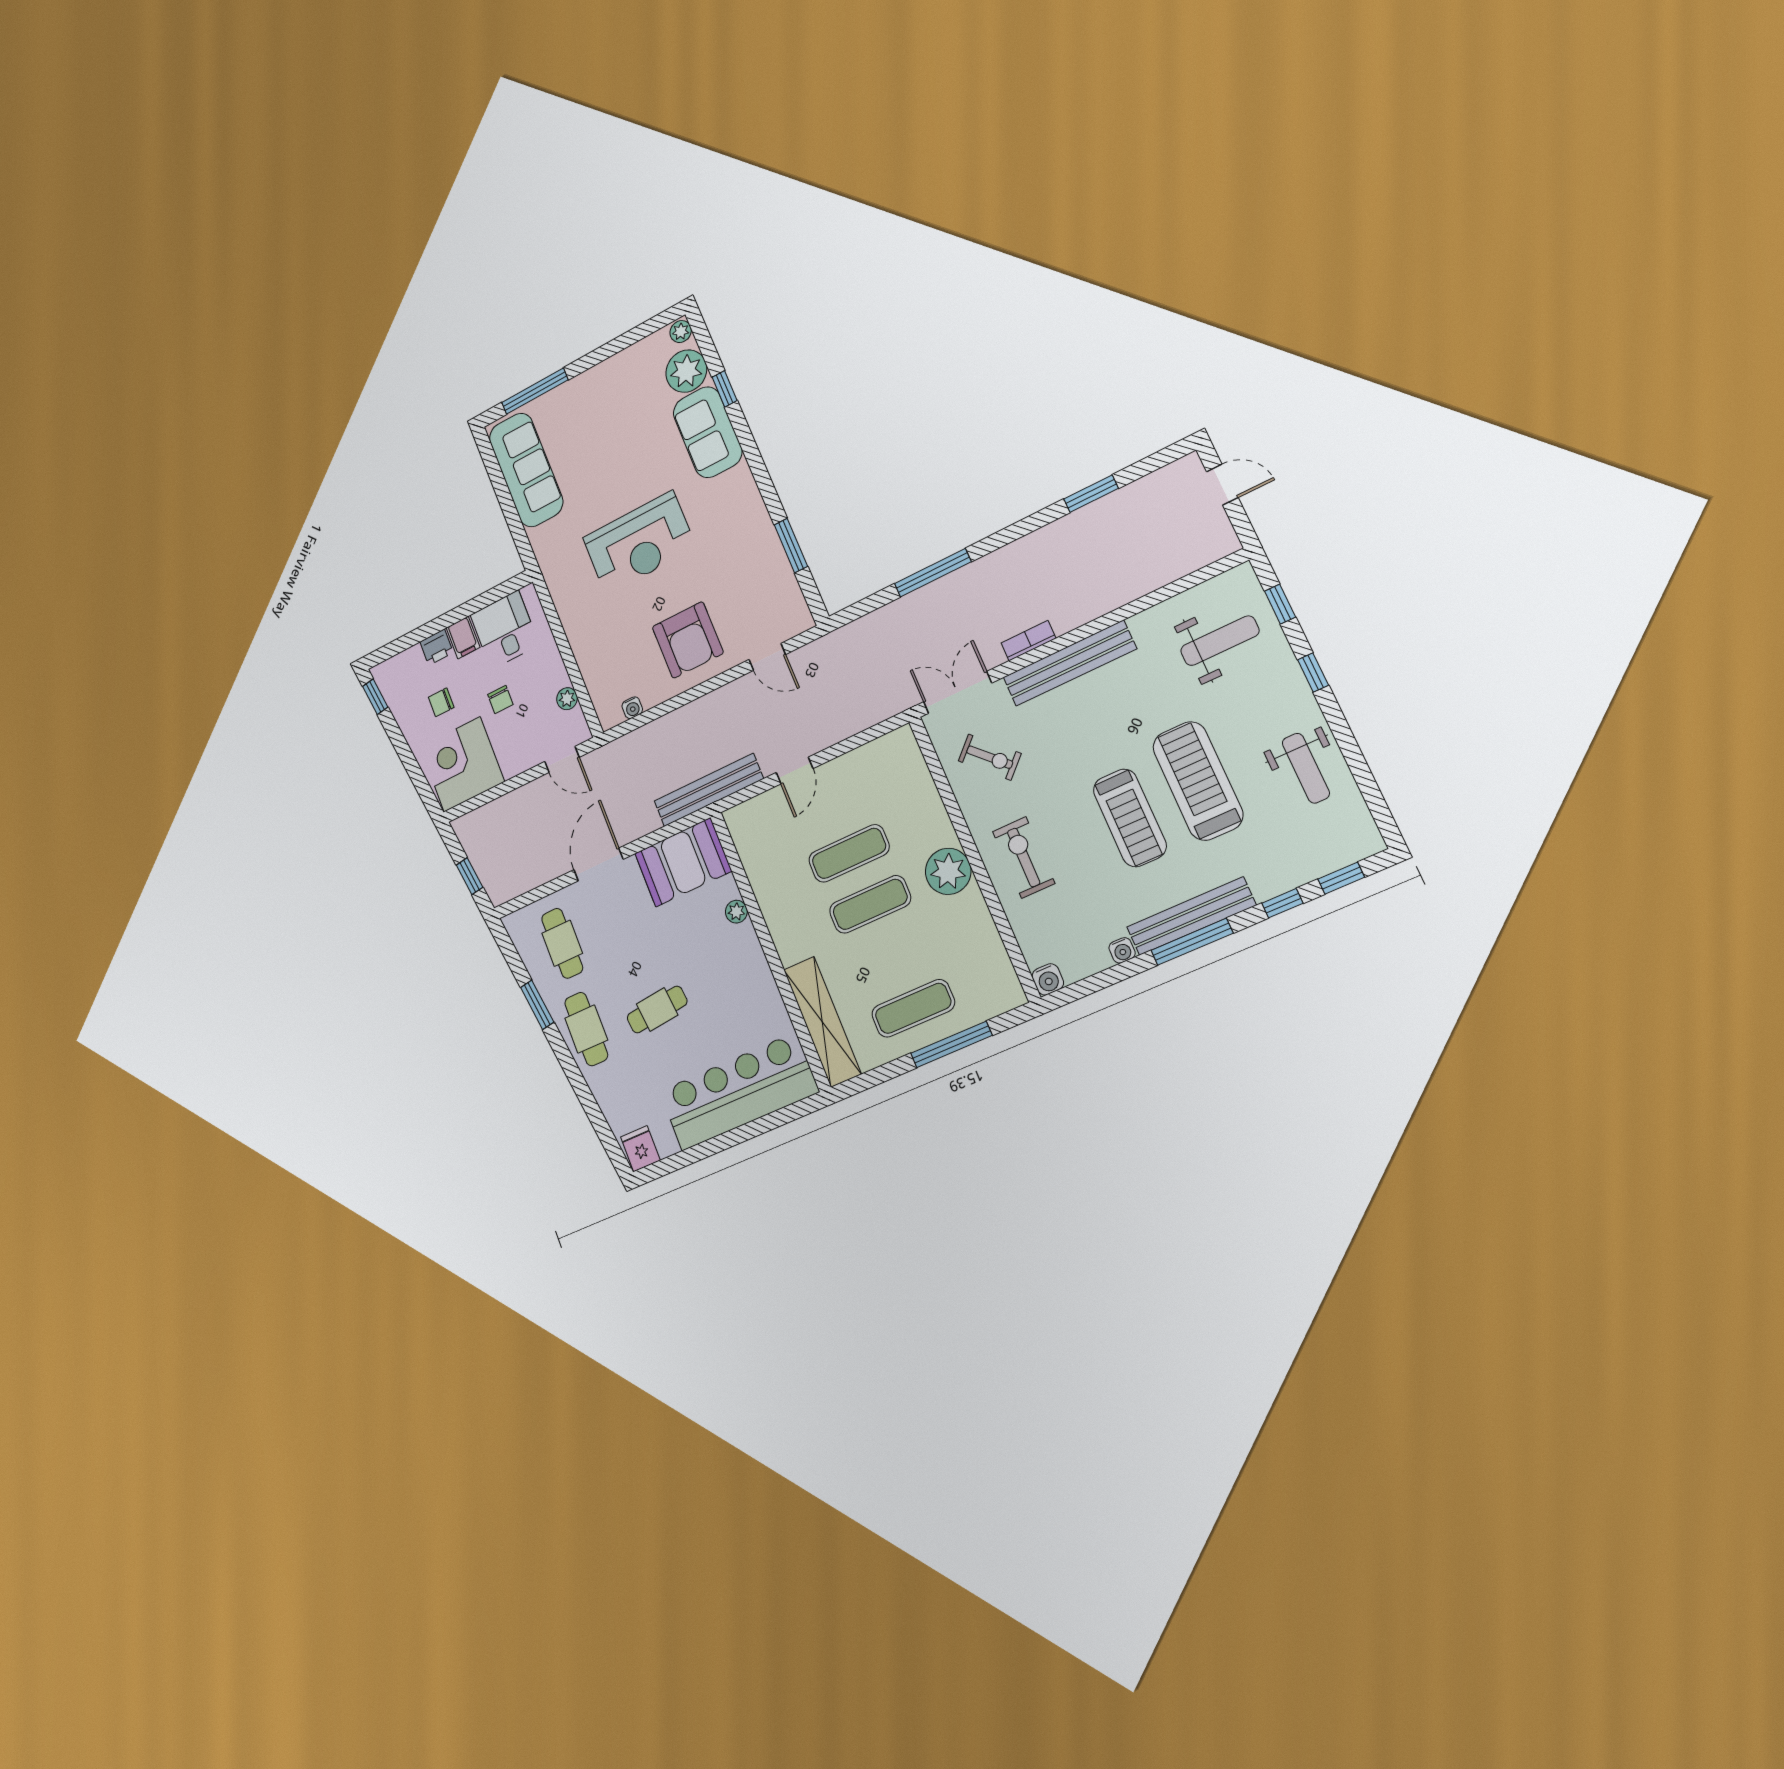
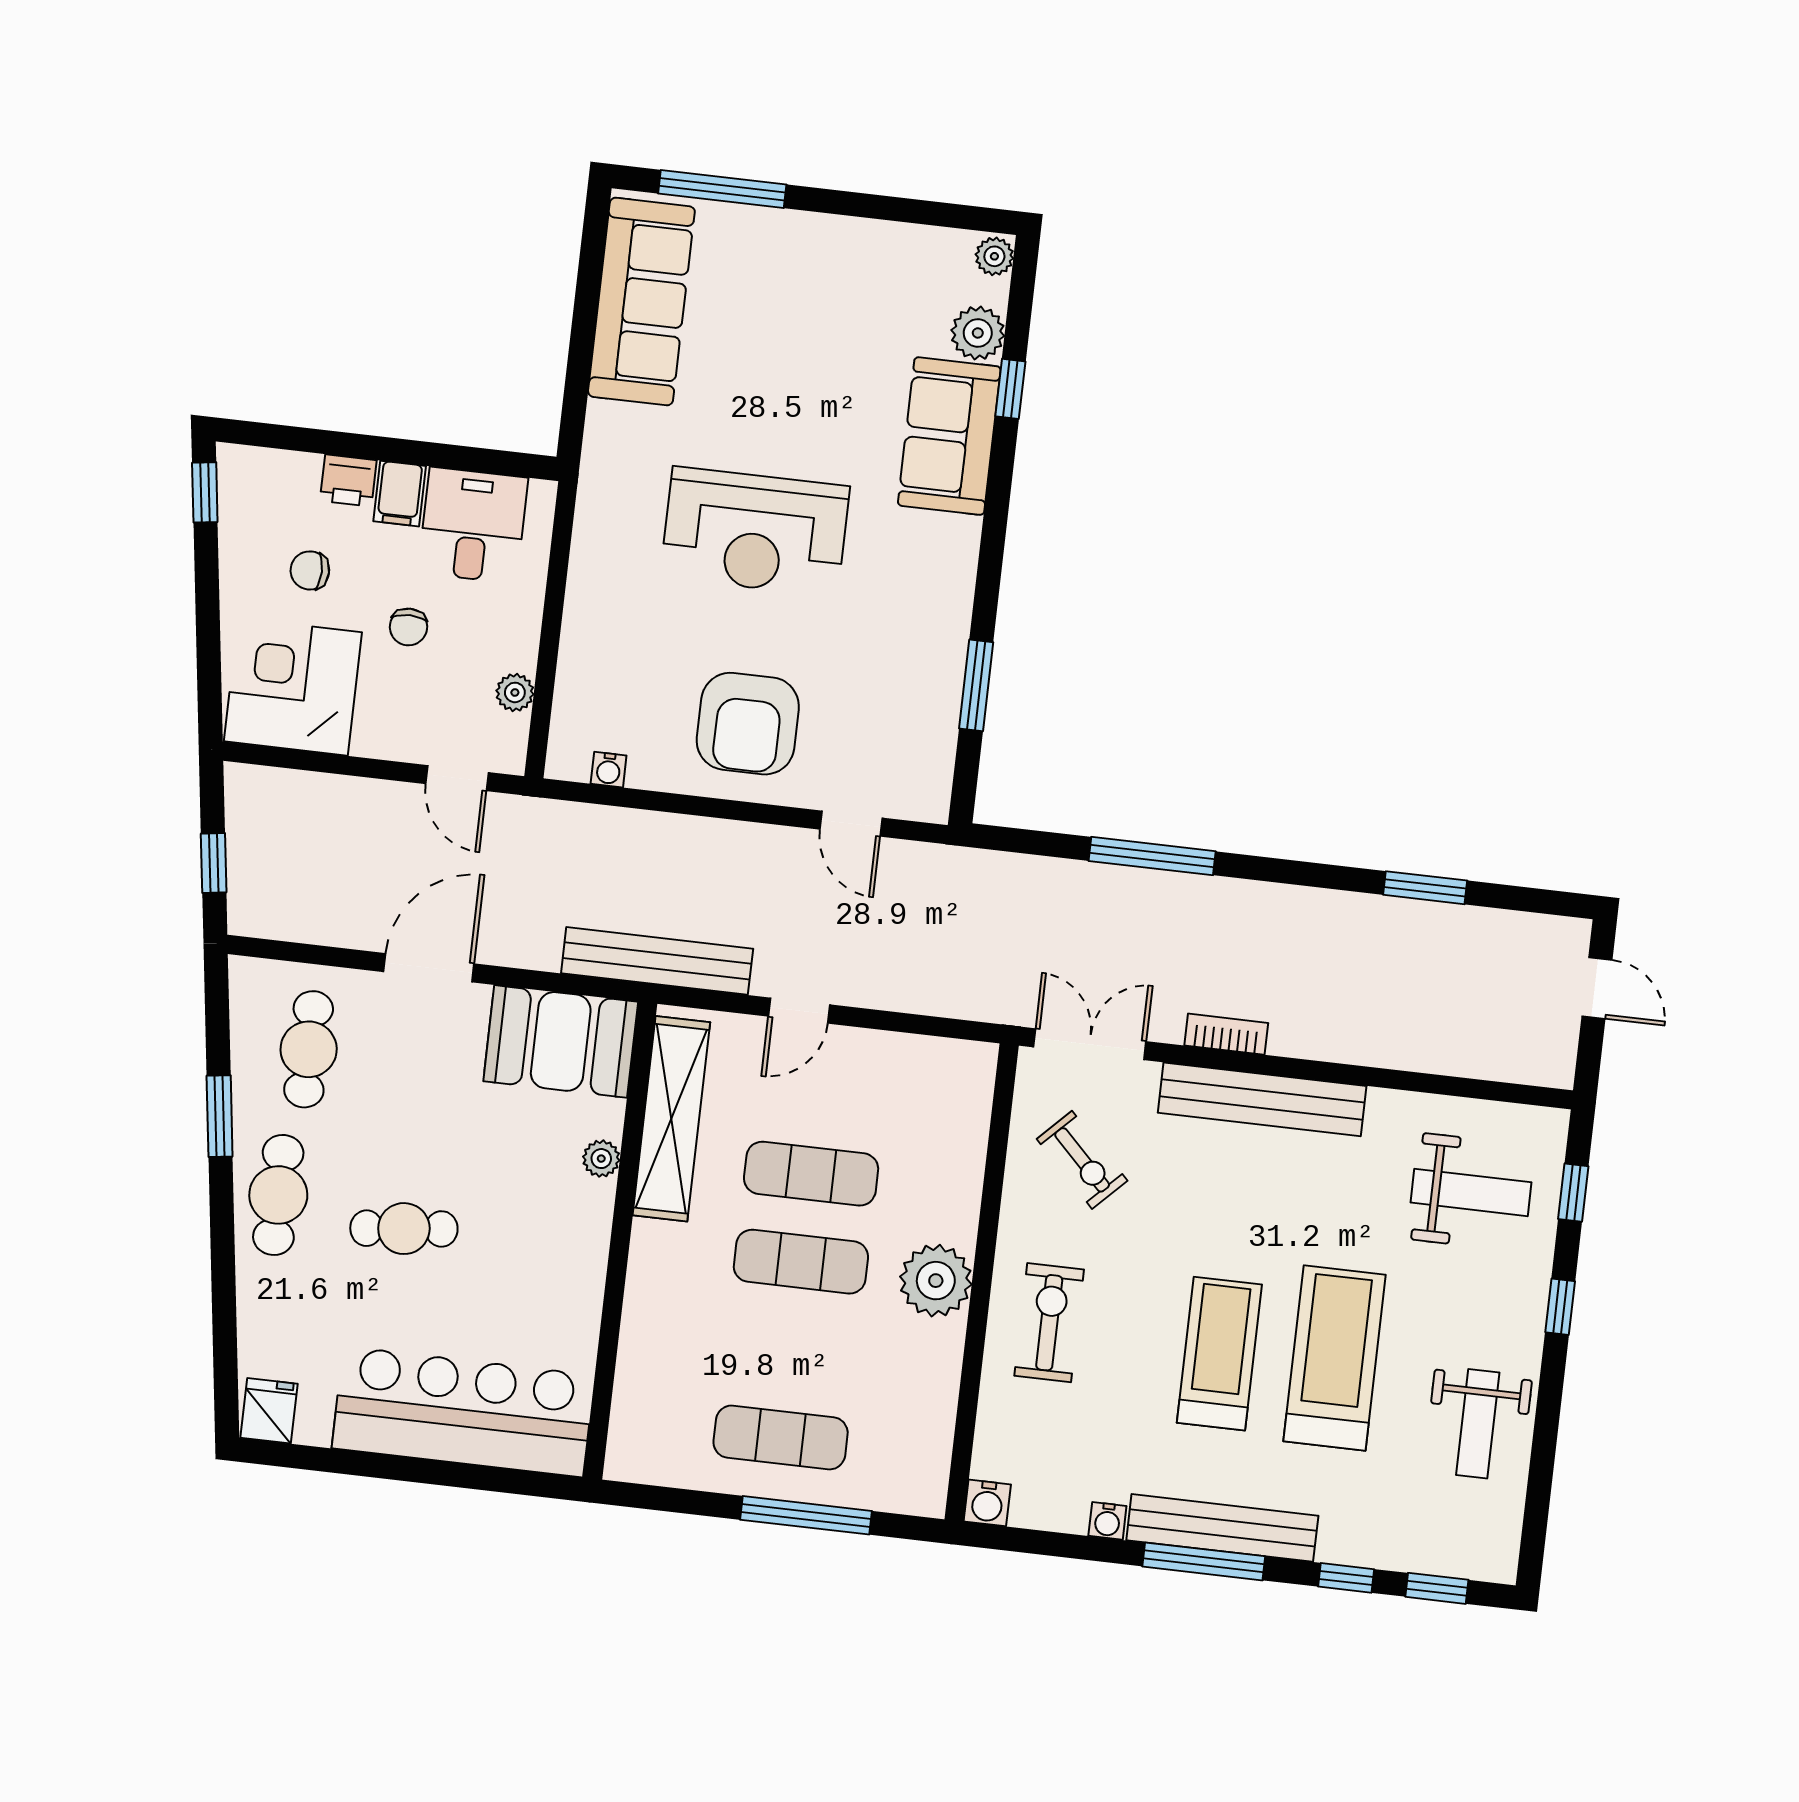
plant: (686, 371) -> (978, 333), width x0.73, depth x0.73
treadmill: (1130, 818) -> (1219, 1354), turned 180
shelving: (822, 1022) -> (671, 1119), moved

